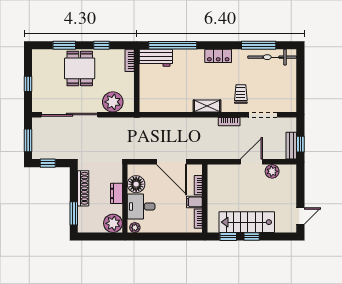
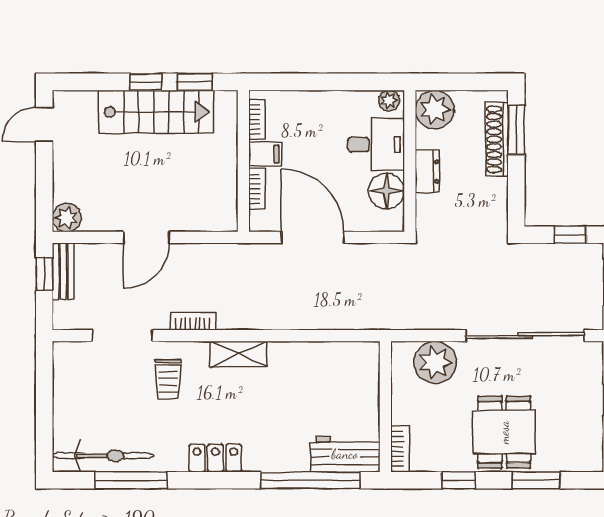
plant: (272, 171) -> (67, 218), moved
shoe rack: (83, 188) -> (497, 139), moved

